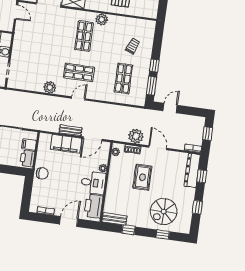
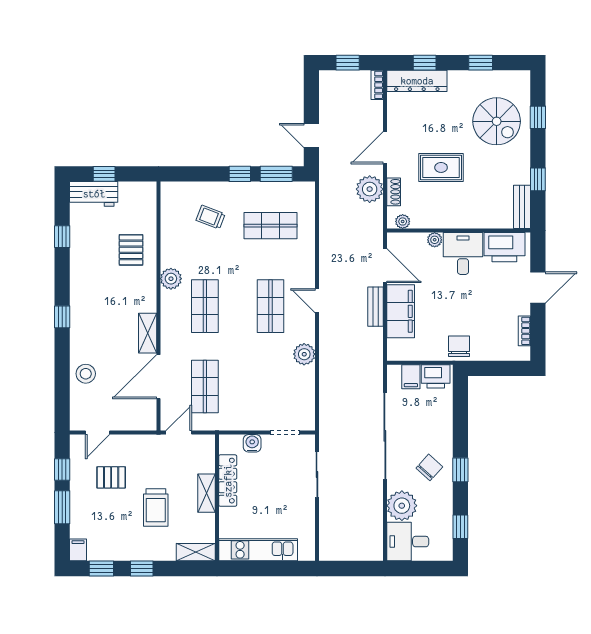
shop shelf: (39, 30) -> (205, 387), added
shop shelf: (84, 36) -> (205, 306), turned 90
door: (69, 222) -> (538, 288), swing flipped

